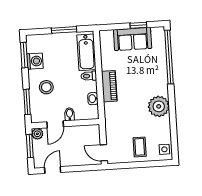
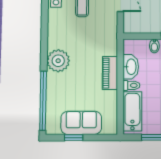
washbasin: (93, 99) -> (131, 67), width x1.91, depth x1.45
plant: (159, 106) -> (58, 61), moved

